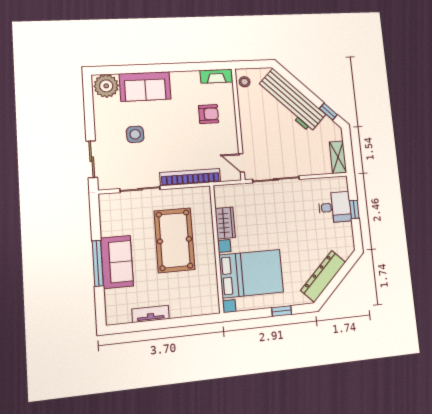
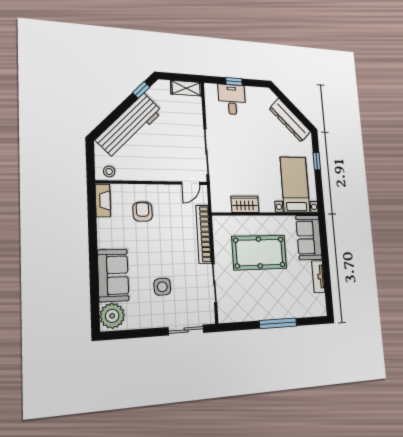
sofa: (117, 262) -> (309, 237), moved, turned -90
bed with nightstands: (251, 273) -> (295, 185), width x0.73

